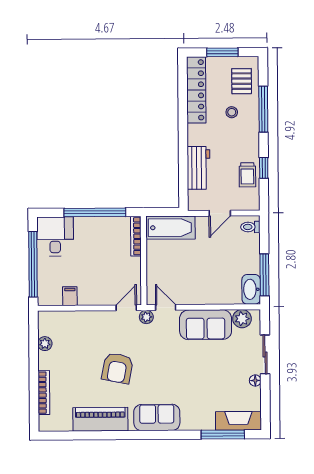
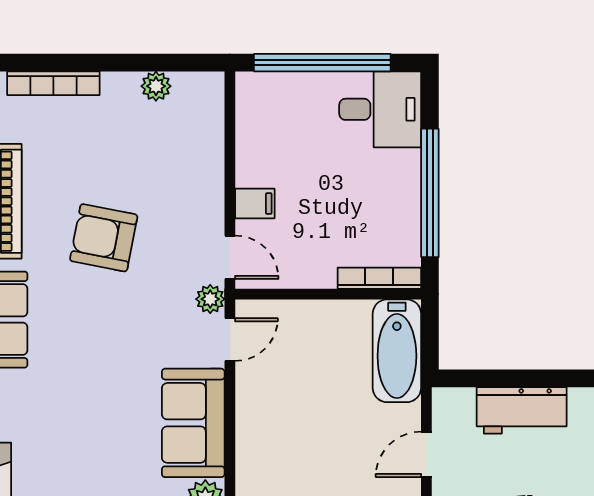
door: (220, 213) -> (426, 454), hinge flipped
filing cabinet: (70, 296) -> (255, 204), moved

